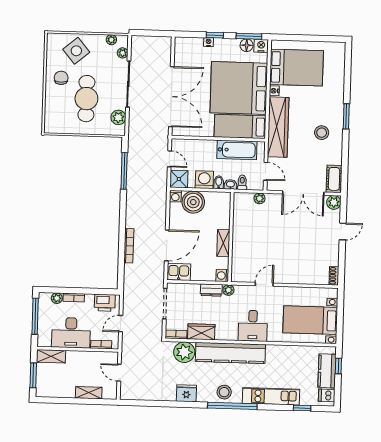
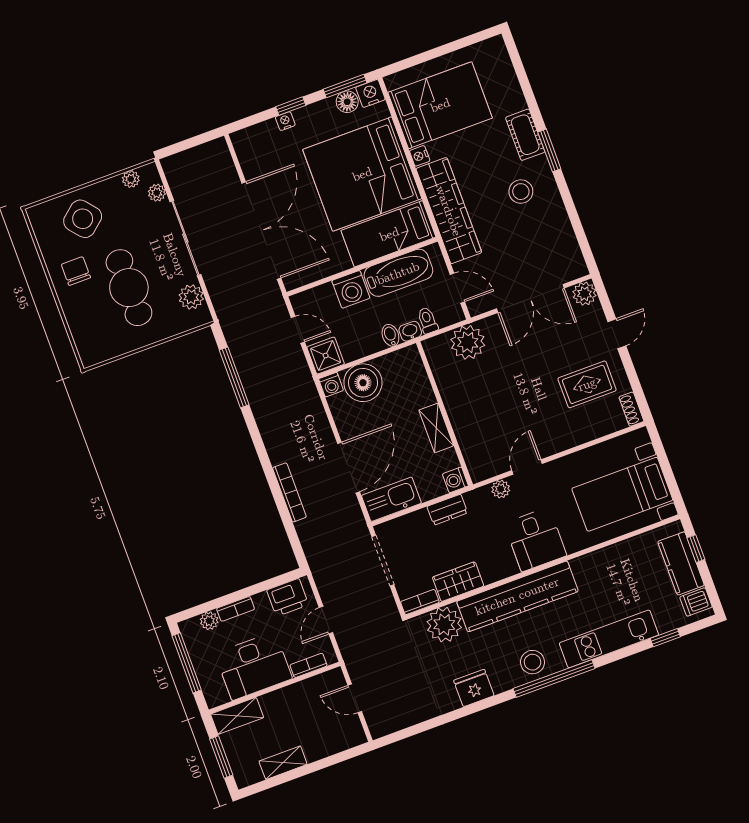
cot: (334, 179) -> (525, 135), moved
washing machine: (204, 180) -> (351, 289), moved, turned 180
plant: (259, 198) -> (468, 342), width x1.88, depth x1.88
rug: (315, 252) -> (587, 384), added
kitchen sink: (179, 272) -> (391, 499), width x1.38
plant: (228, 290) -> (501, 489), moved
shelving: (89, 393) -> (283, 763), moved

